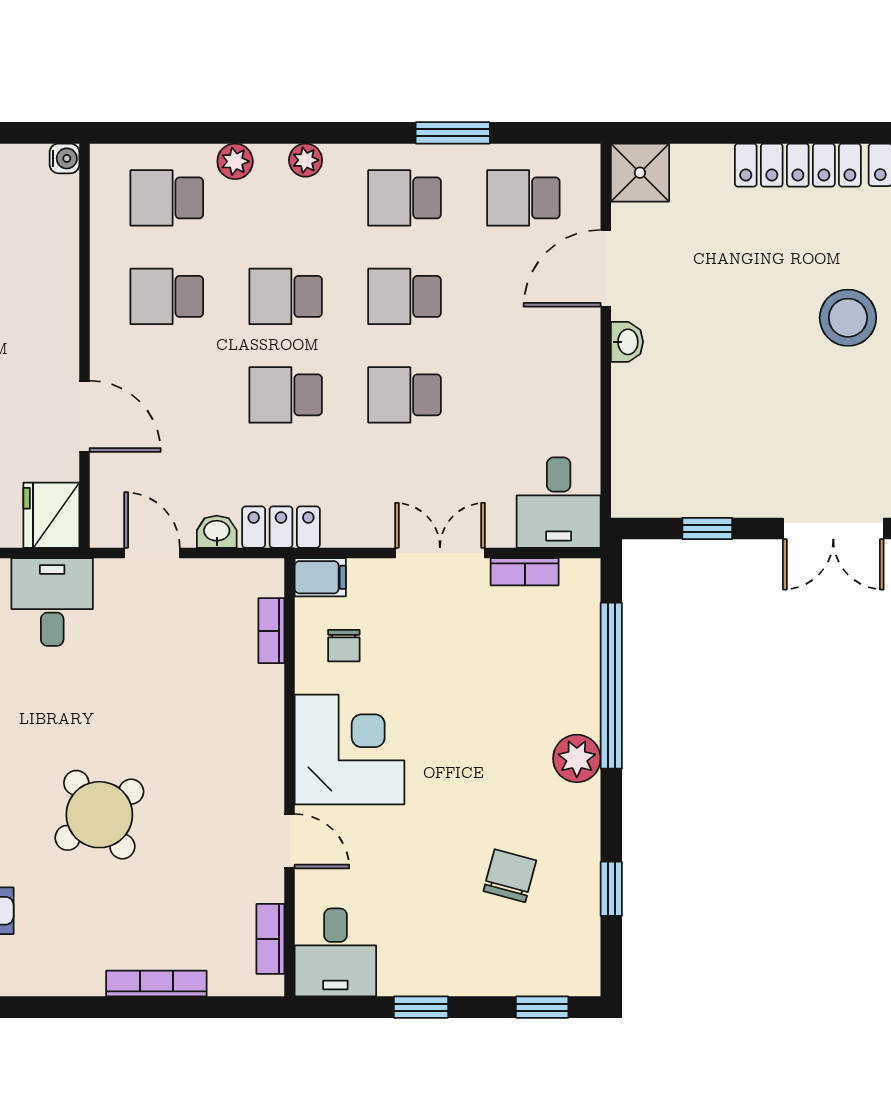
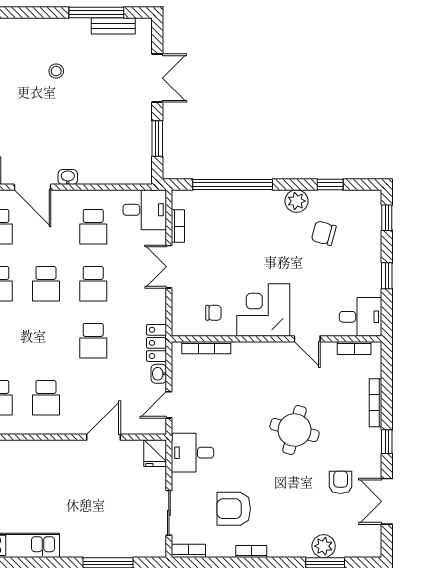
school desk: (286, 296) -> (93, 227), moved
stool: (848, 318) -> (56, 71), width x0.53, depth x0.53
fridge: (51, 515) -> (155, 453), width x0.72
window: (707, 529) -> (157, 139), width x1.50
filing cabinet: (320, 577) -> (181, 324), removed
bookcase: (271, 631) -> (206, 348), width x1.56
plant: (577, 758) -> (297, 201), moved
round table: (99, 815) -> (294, 430), turned -38
door: (290, 841) -> (307, 339), swing flipped
window: (75, 1007) -> (387, 442), added

